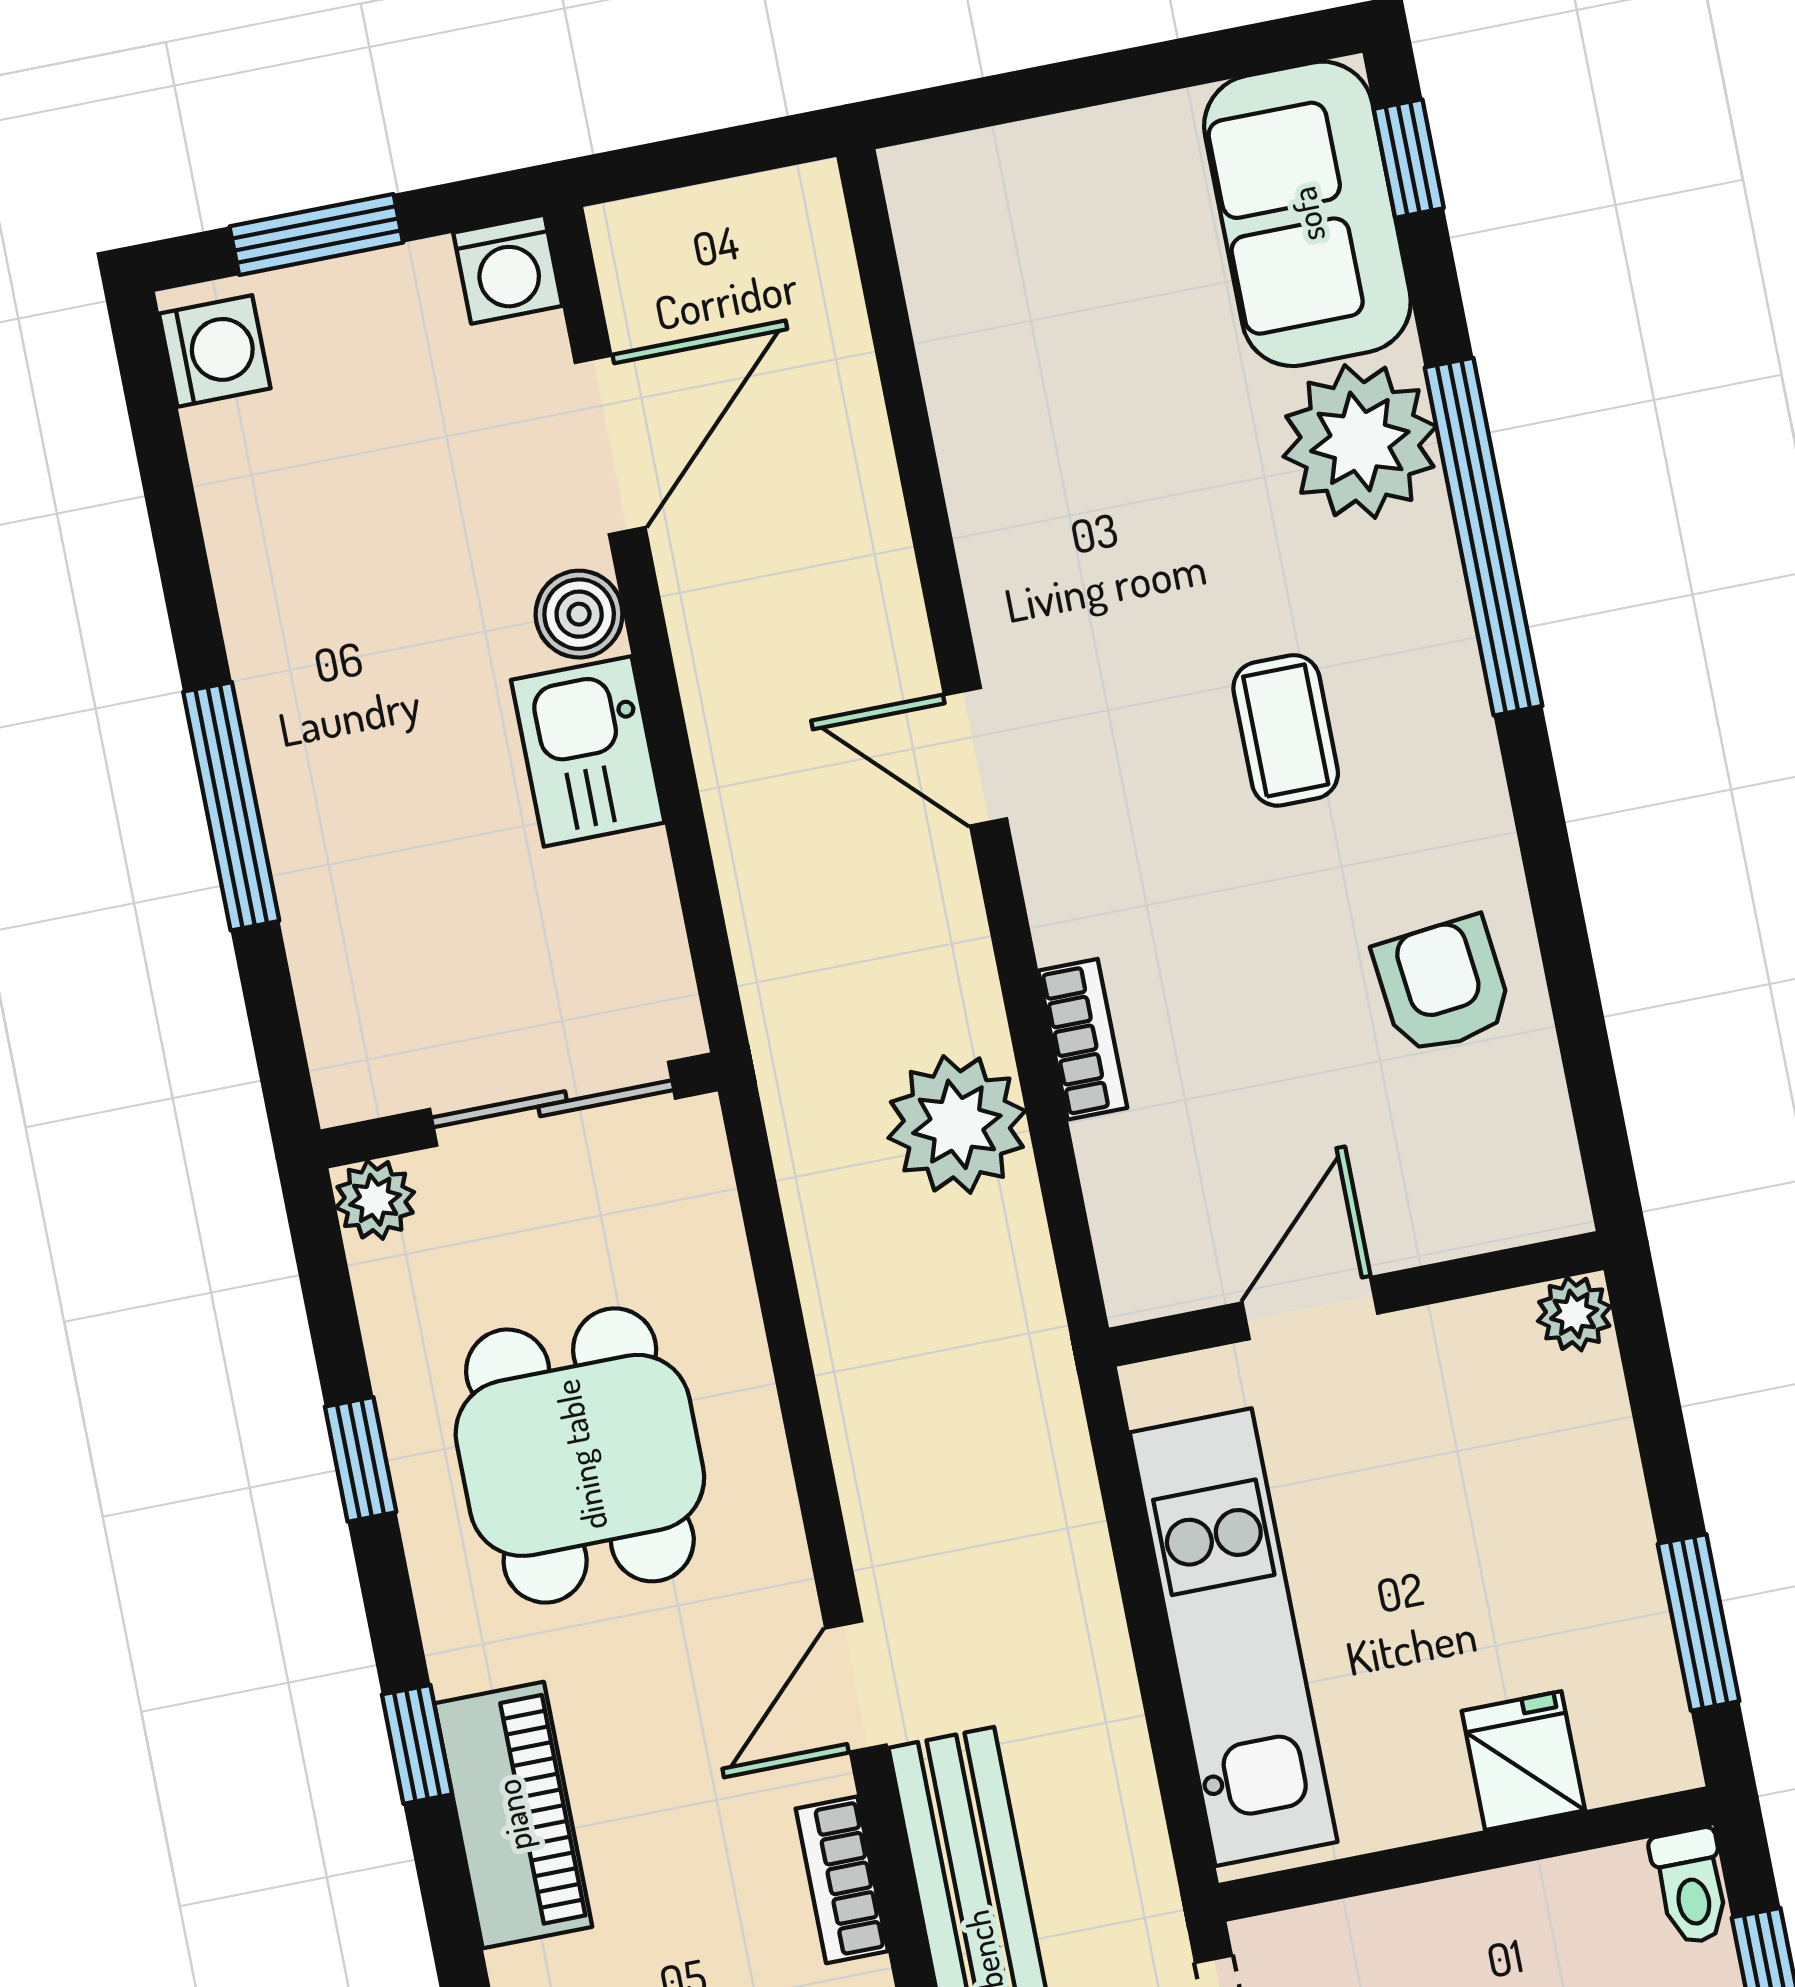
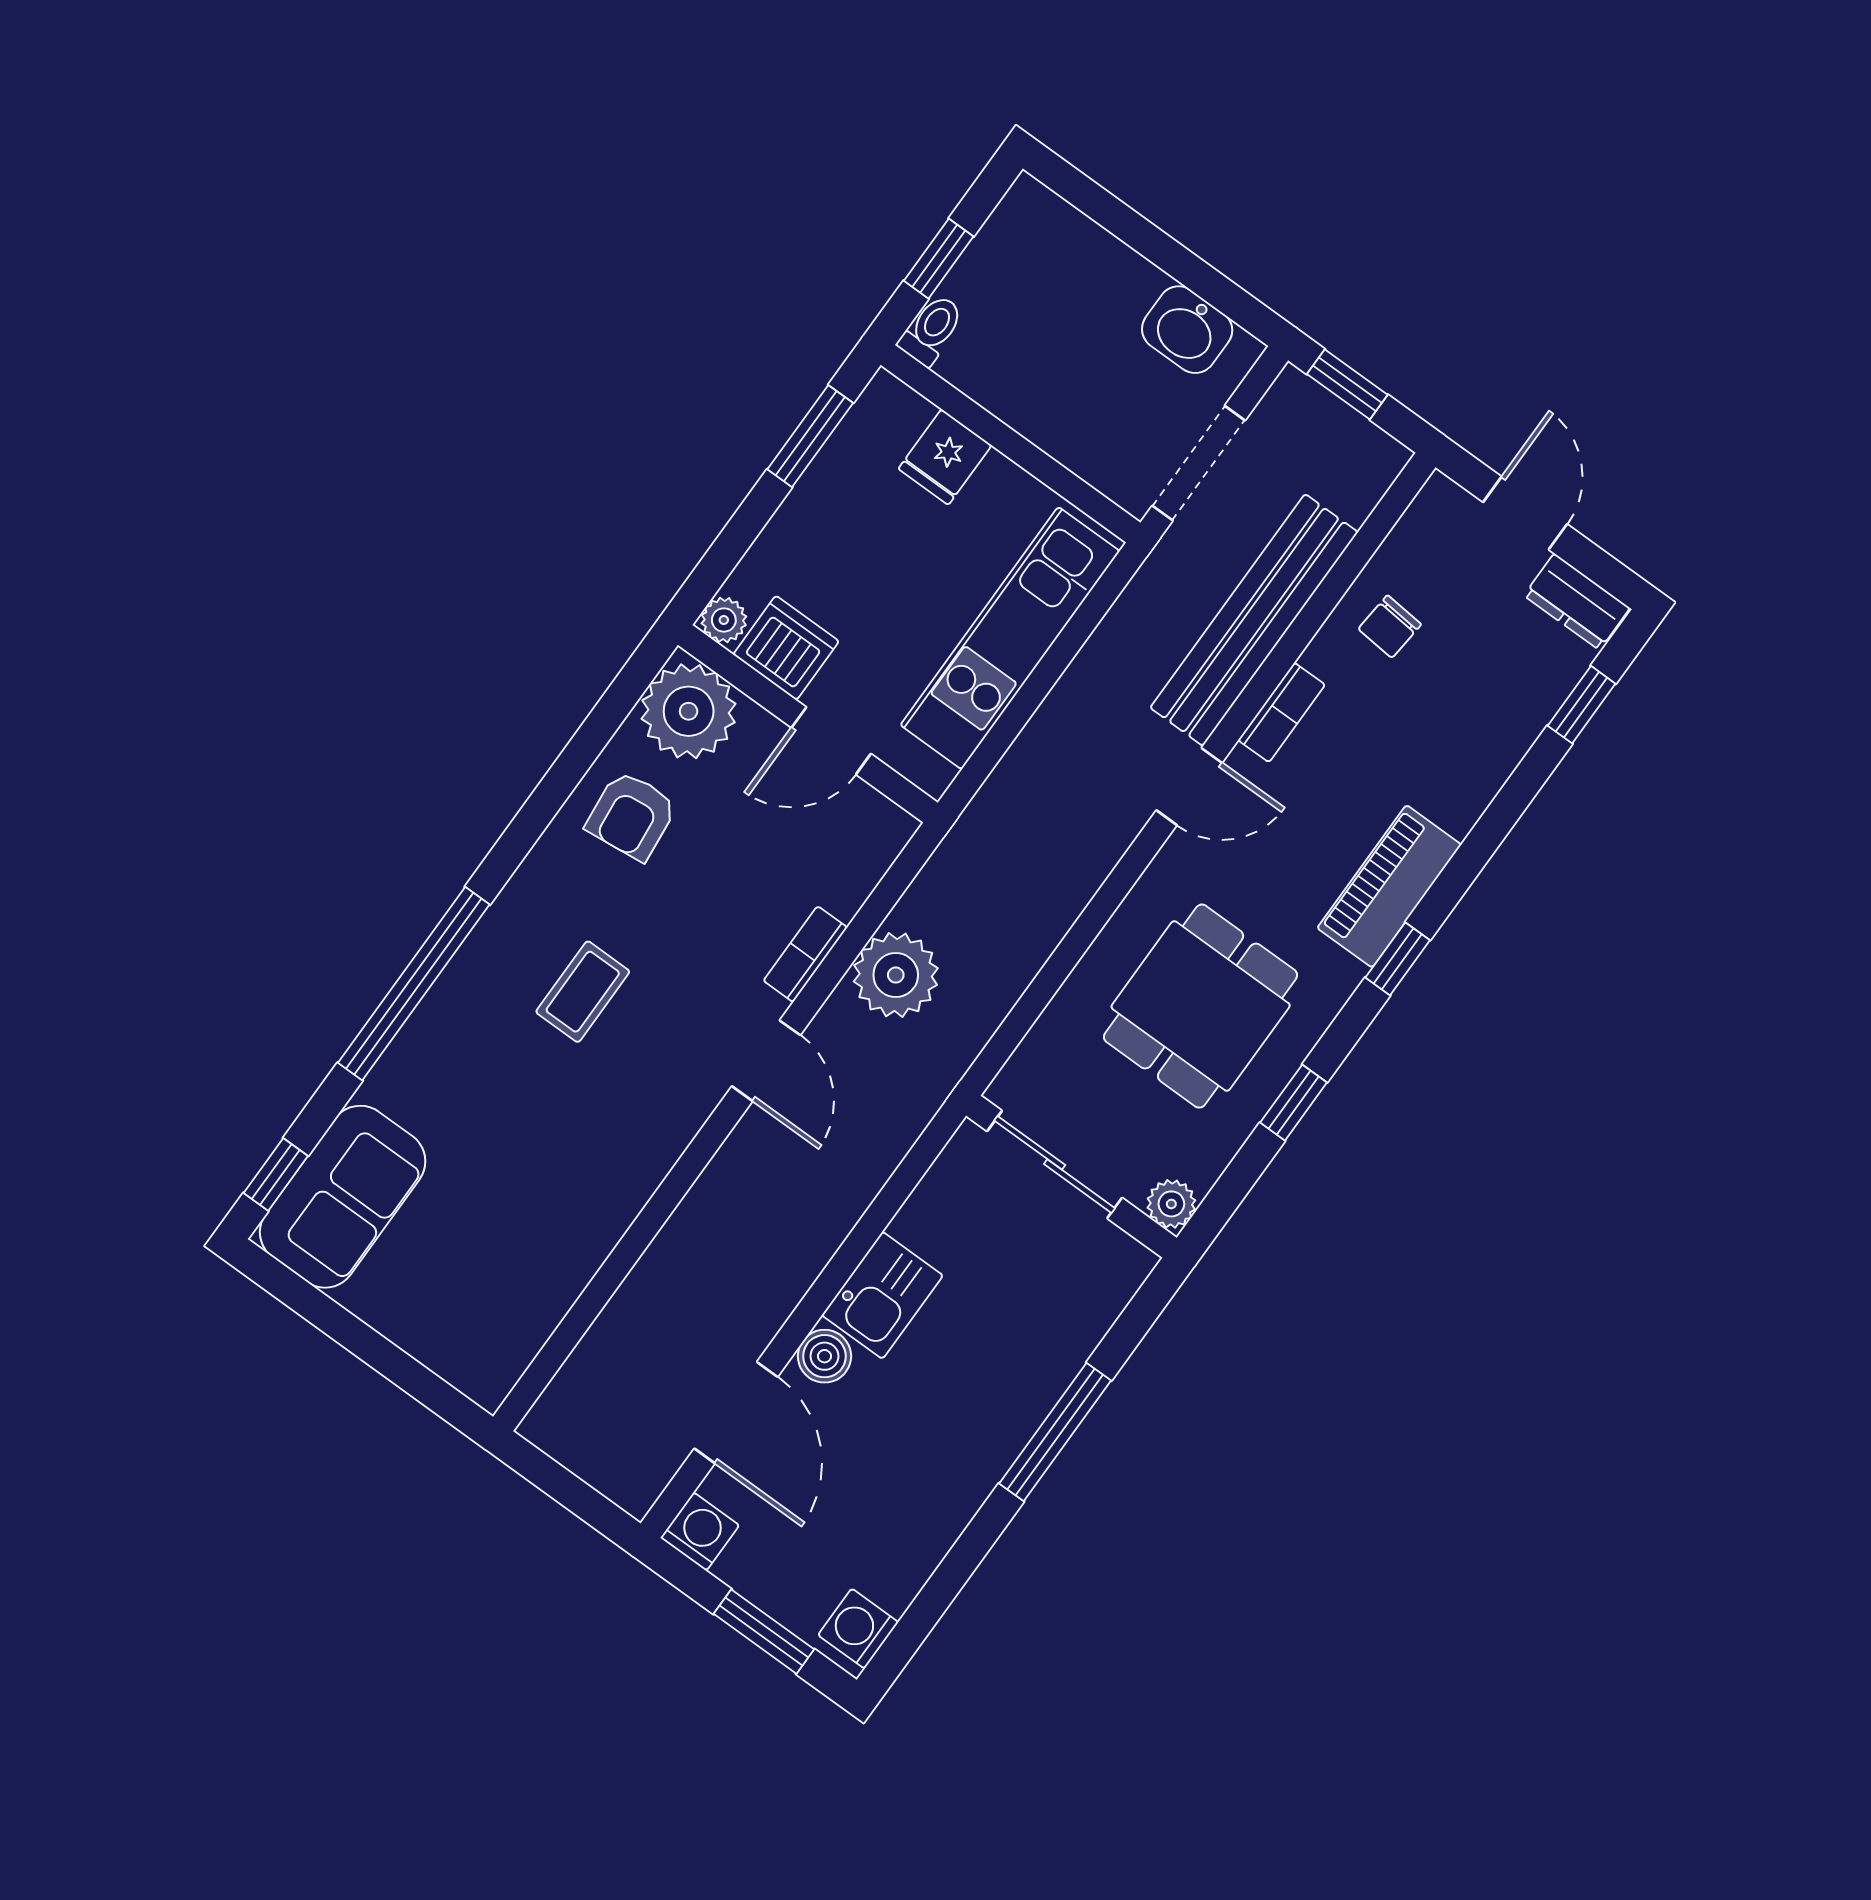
plant: (1360, 441) -> (689, 711), moved
door: (610, 445) -> (736, 1413), swing flipped
door: (976, 757) -> (766, 1061), moved
dishwasher: (1471, 1357) -> (786, 648), added

